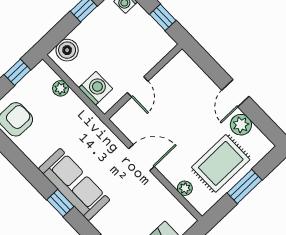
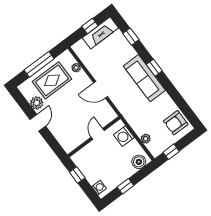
window: (244, 186) -> (39, 64), width x1.44

